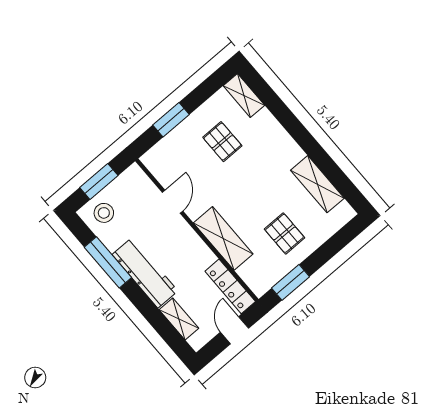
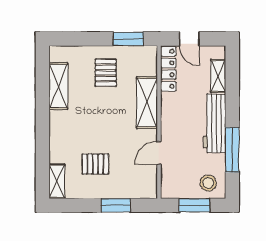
pallet: (222, 142) -> (95, 164), turned 90
door: (235, 330) -> (189, 39), hinge flipped

